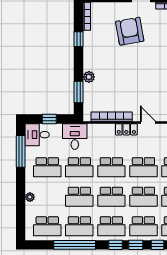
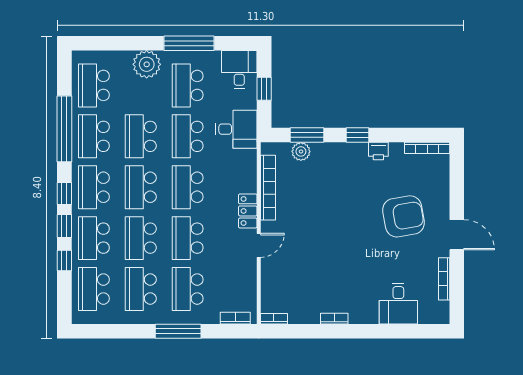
window: (79, 39) -> (357, 135), moved
printer: (89, 47) -> (378, 151), added
plant: (89, 77) -> (301, 151), moved
window: (21, 151) -> (189, 43), moved
plant: (30, 197) -> (147, 64), width x1.88, depth x1.88

